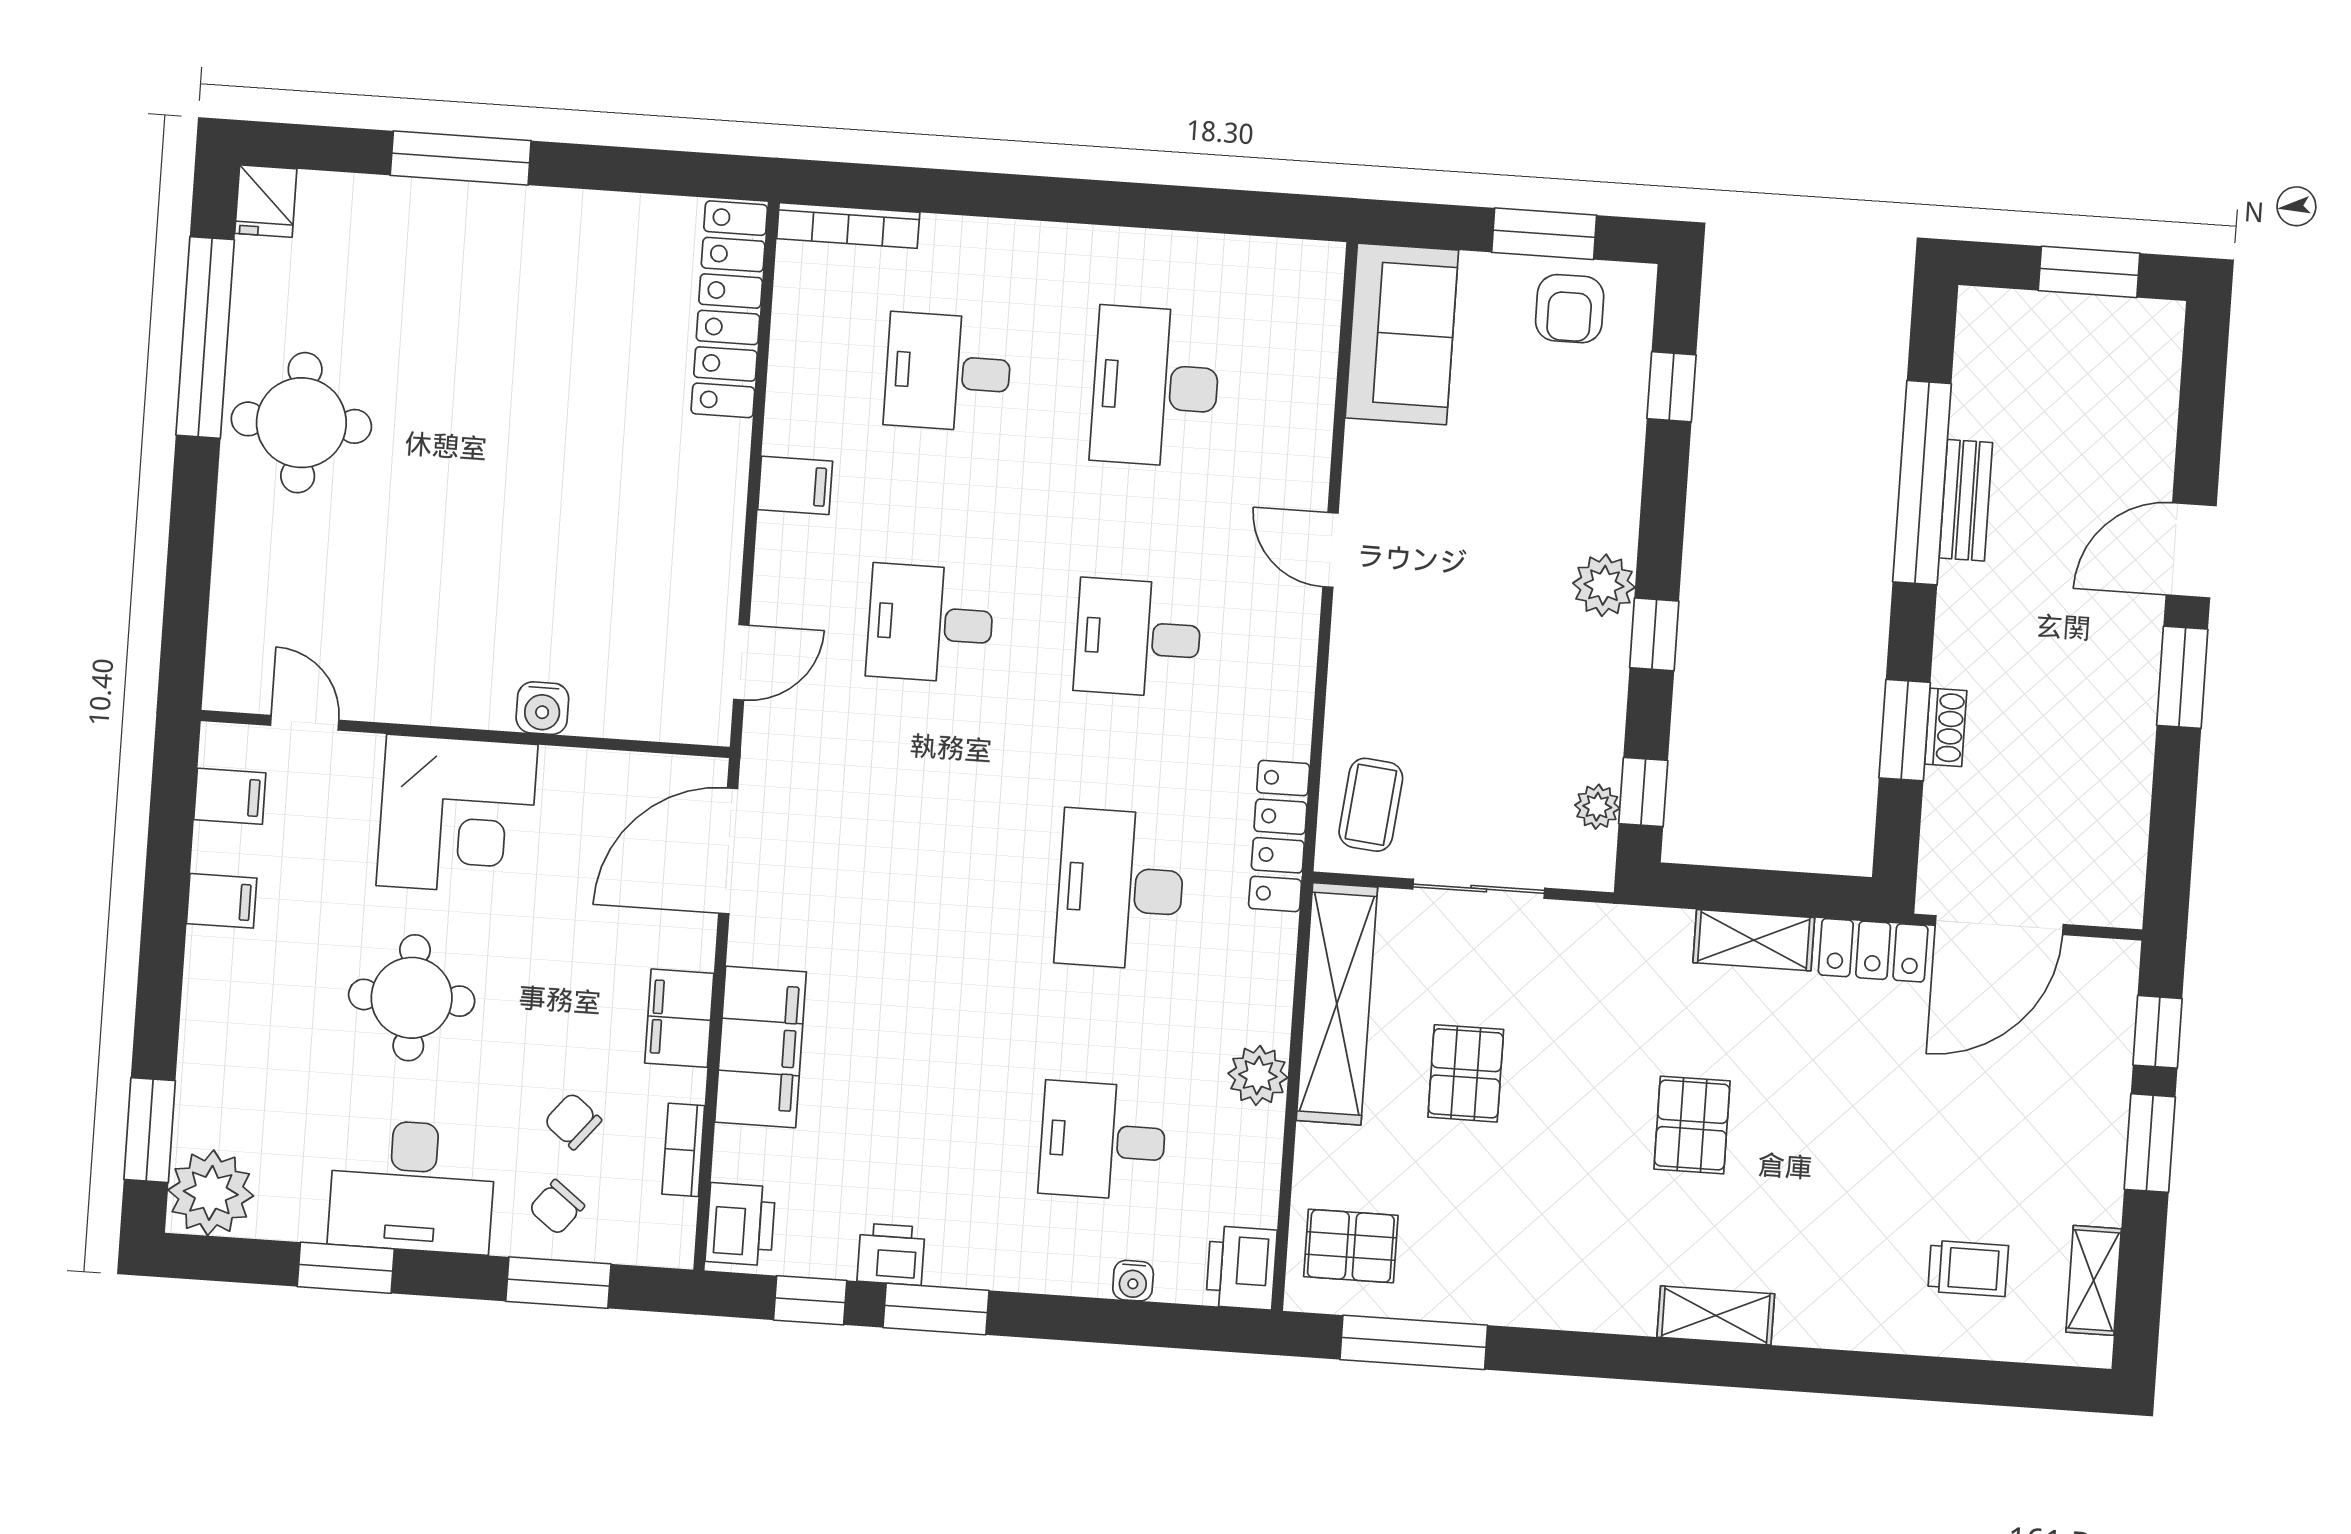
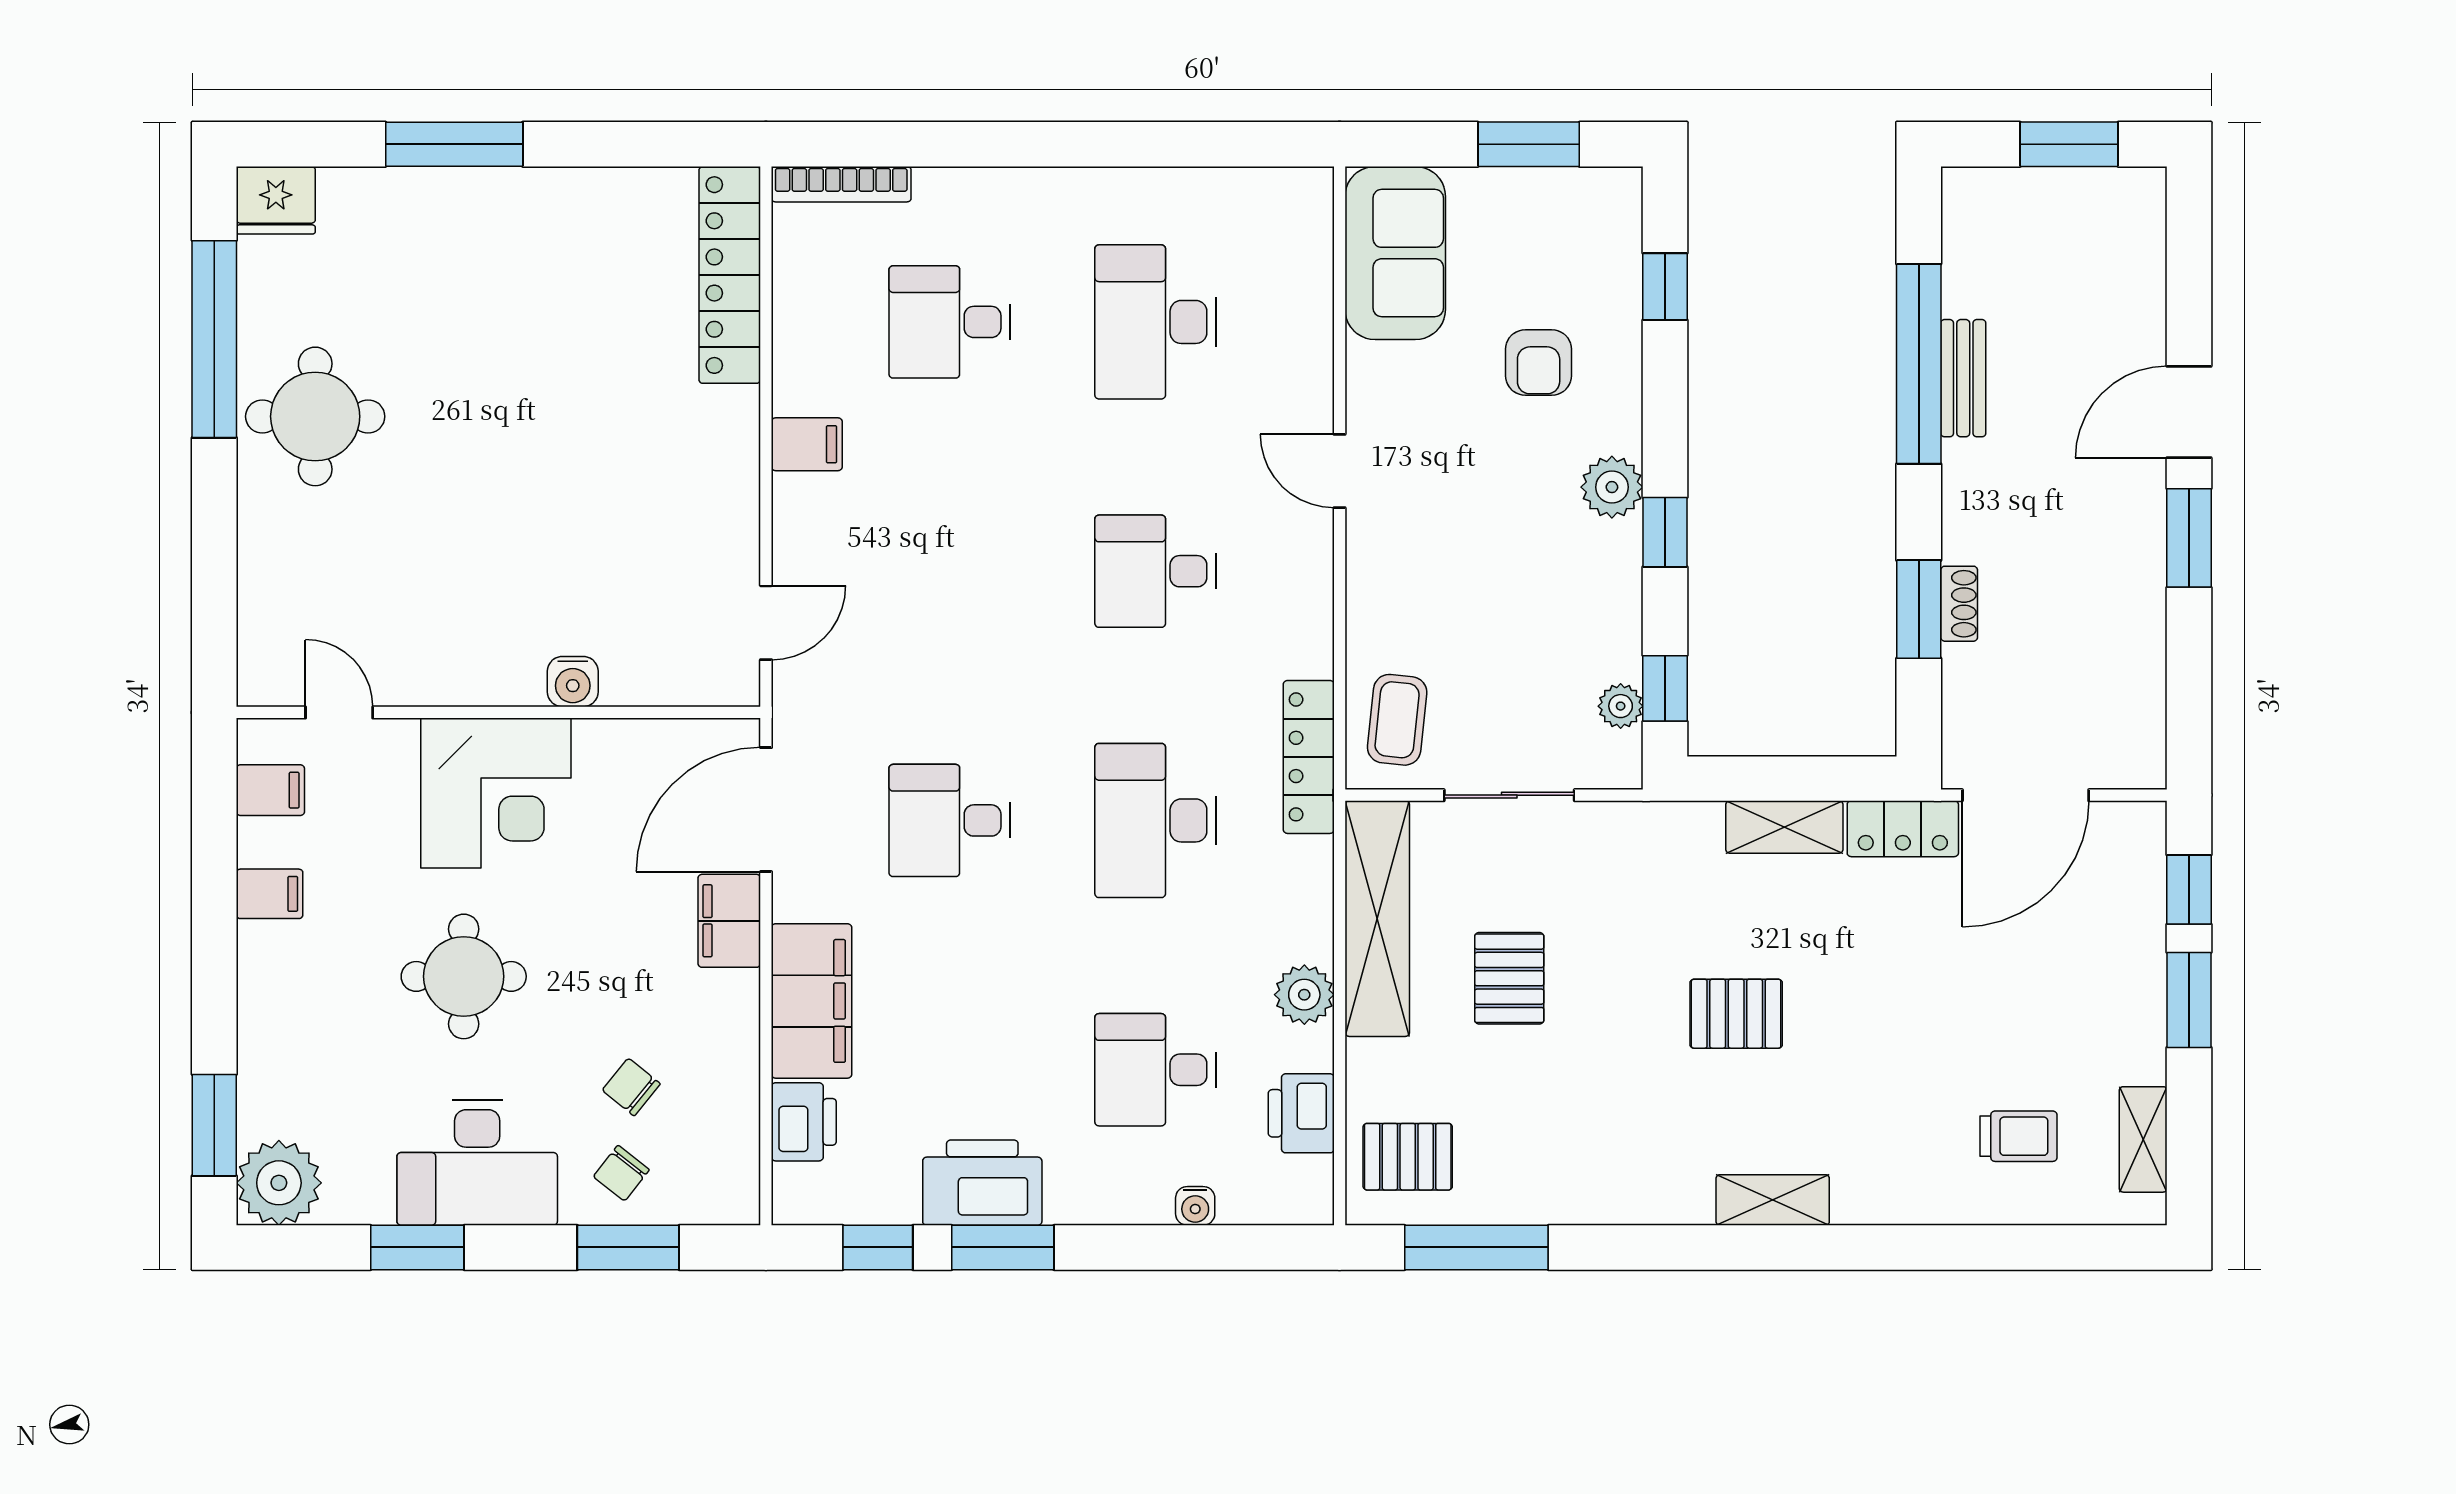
fridge: (266, 201) -> (276, 200), width x1.38
armchair: (1570, 309) -> (1539, 362), moved
desk: (930, 623) -> (950, 820), moved
filing cabinet: (679, 1018) -> (729, 921), moved
pallet: (1692, 1125) -> (1736, 1014), turned 90
bookcase: (683, 1150) -> (742, 1108), removed
printer: (740, 1224) -> (804, 1122), moved
printer: (891, 1254) -> (982, 1183), width x1.87, depth x1.48
printer: (1241, 1268) -> (1301, 1113), moved

